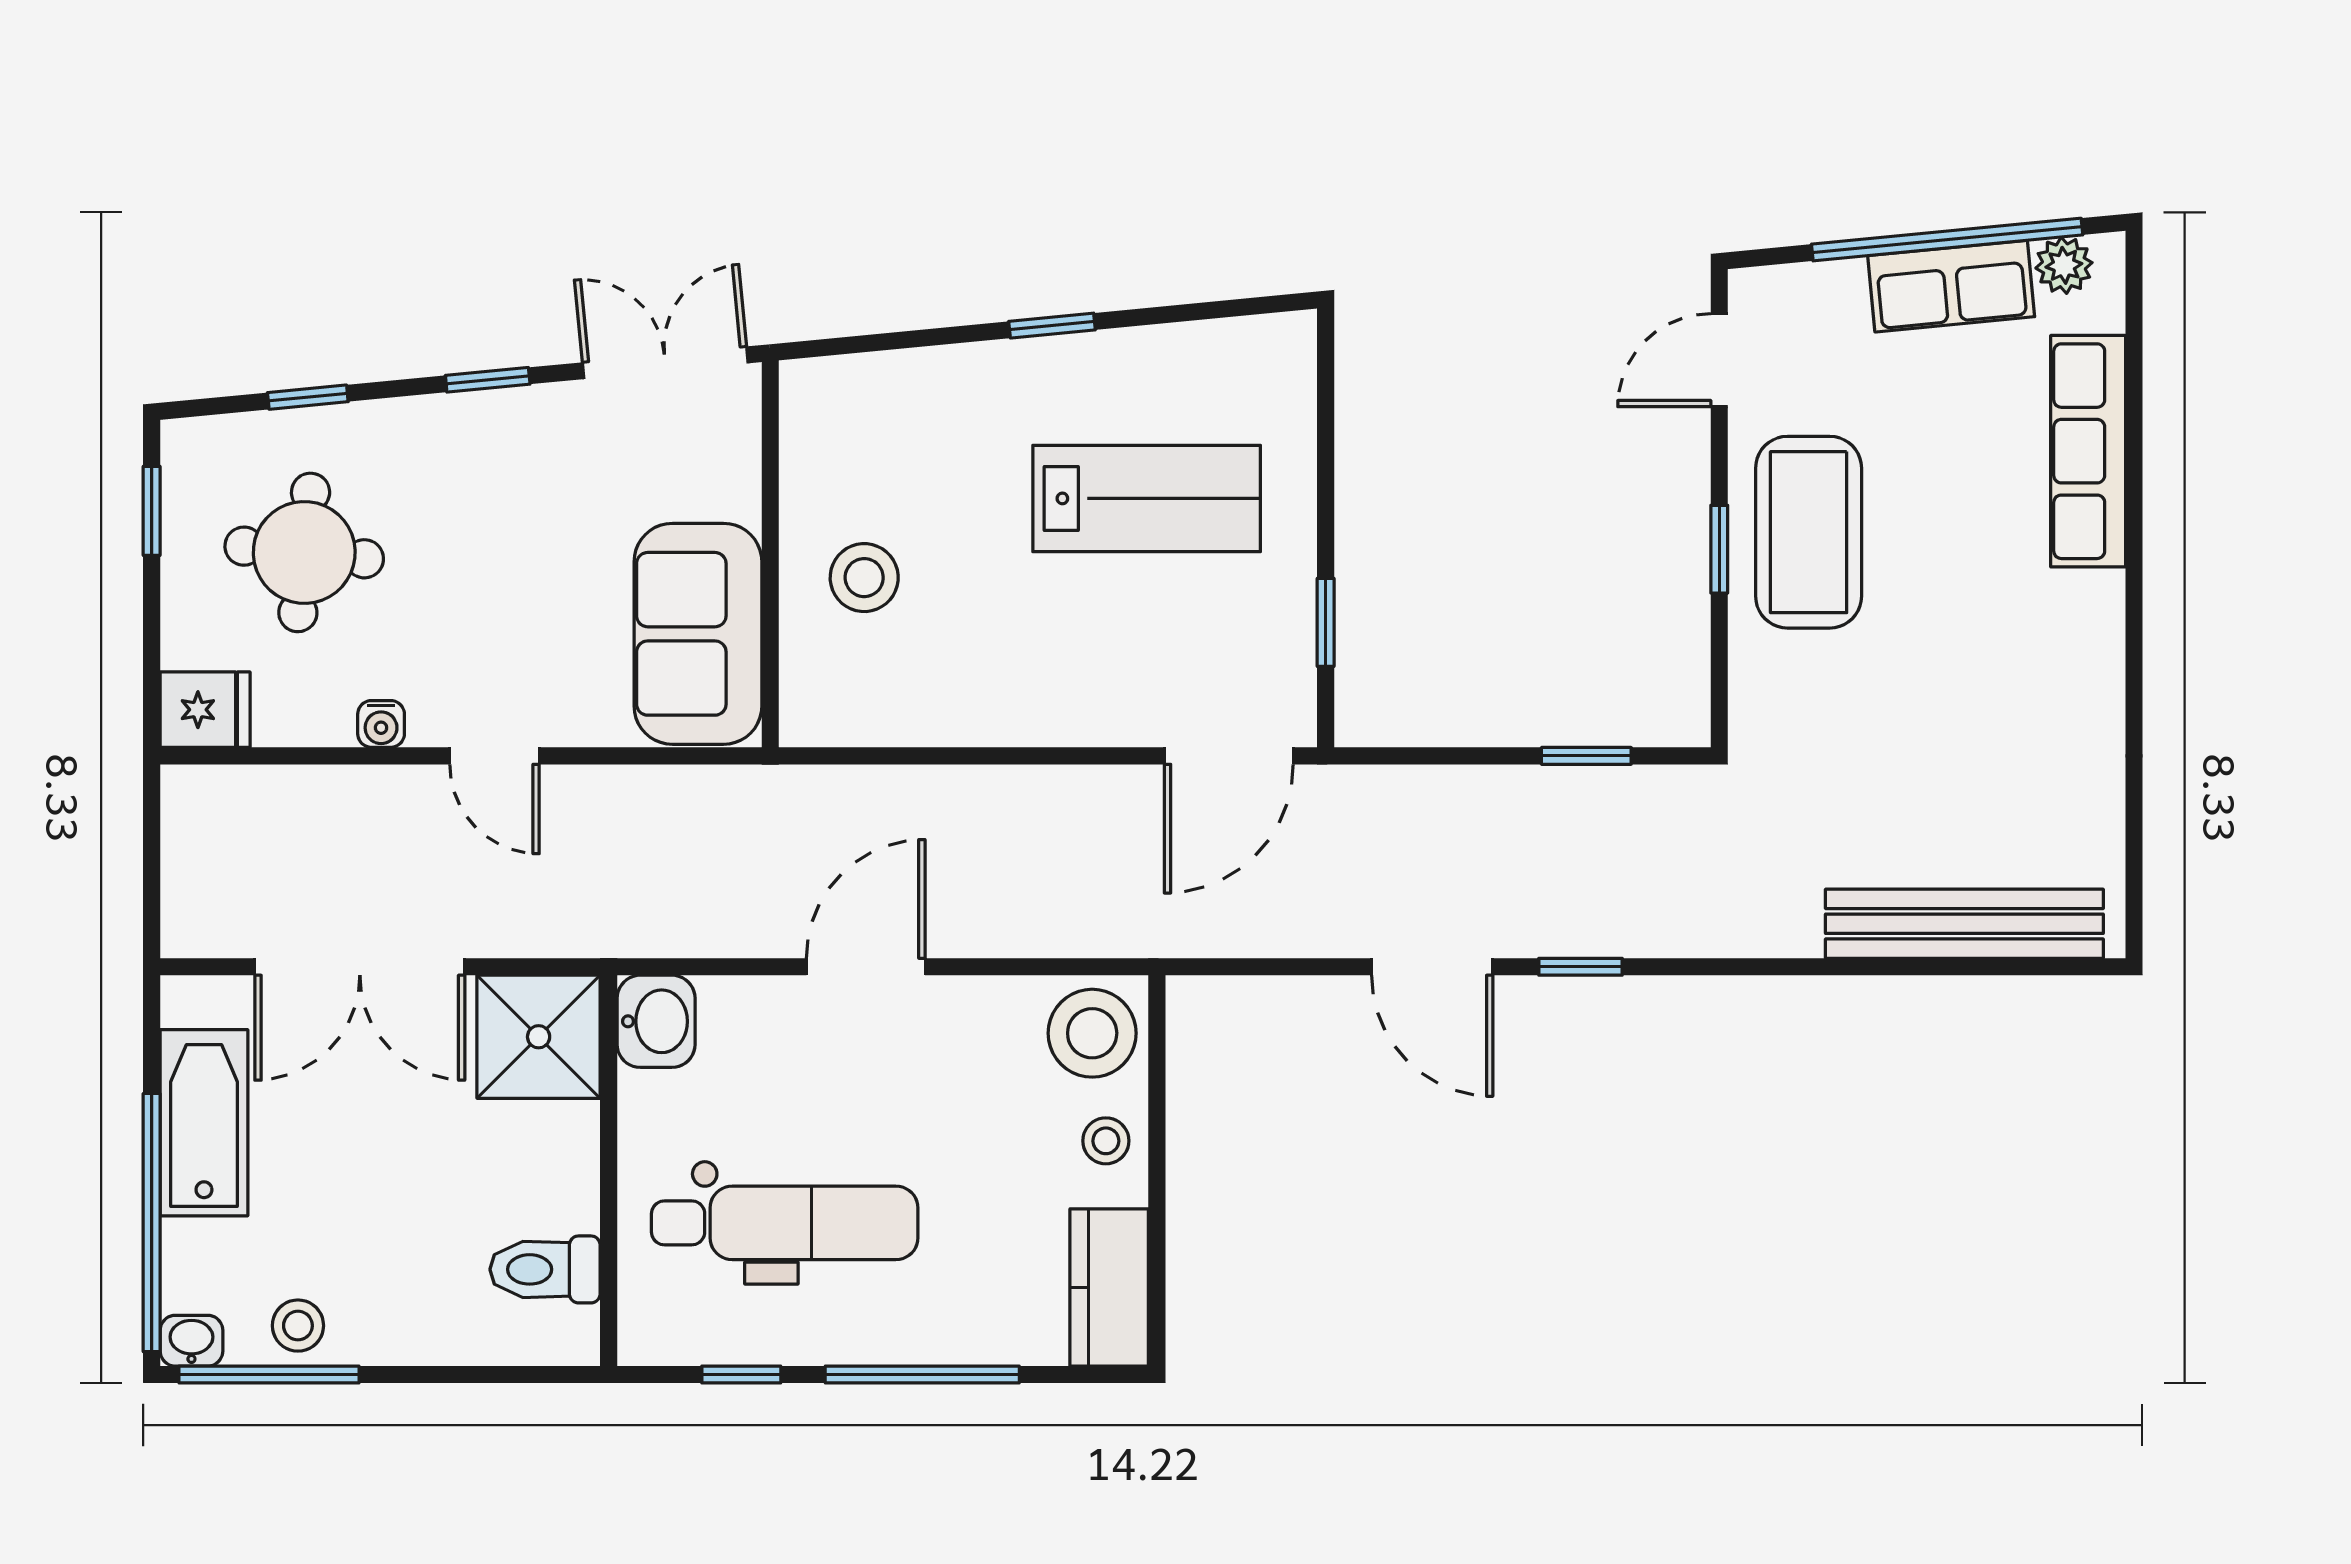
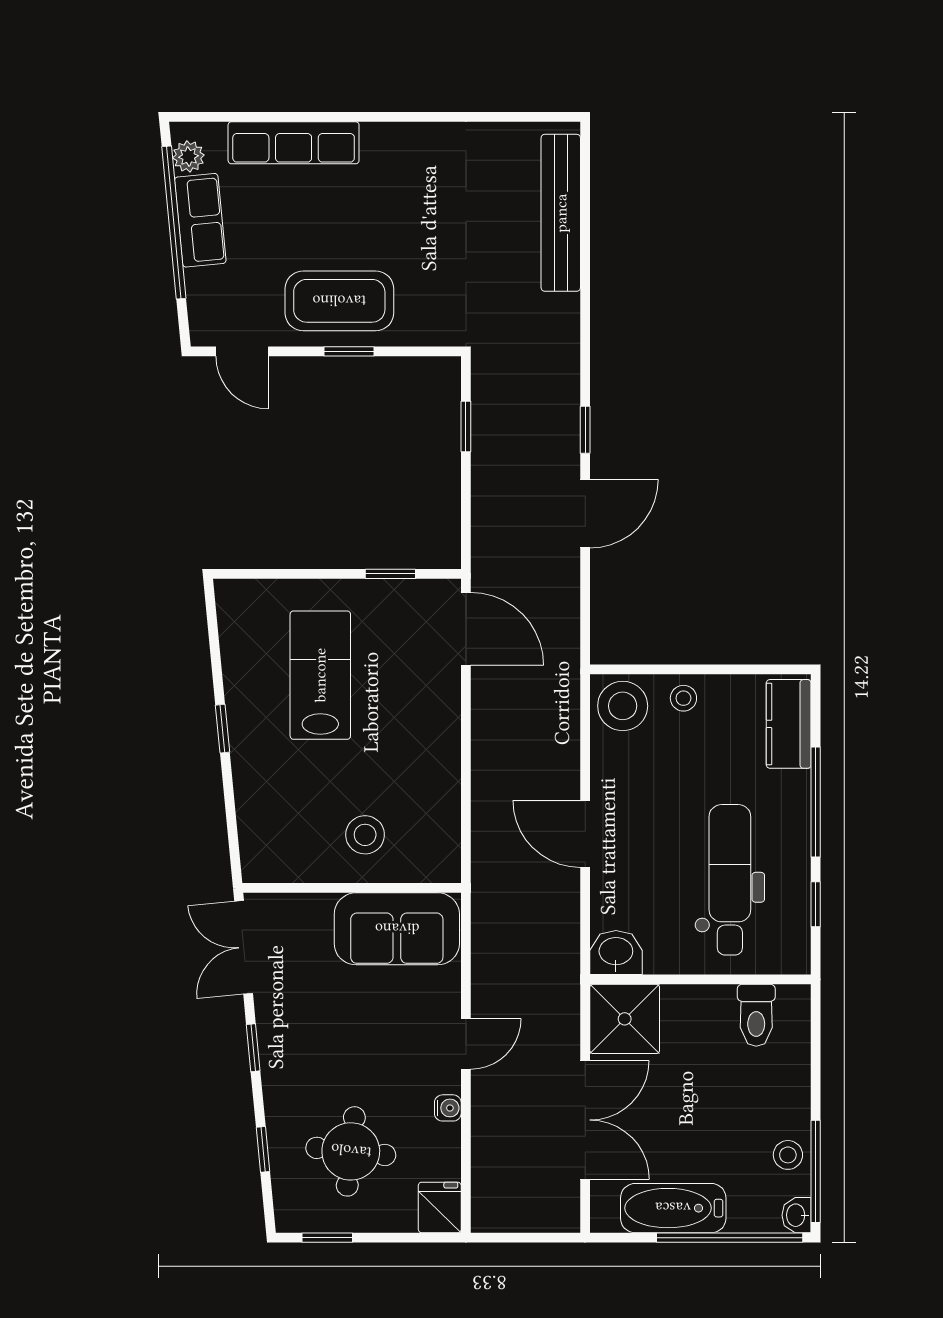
kitchen counter: (1109, 1287) -> (789, 724), moved, turned 90

